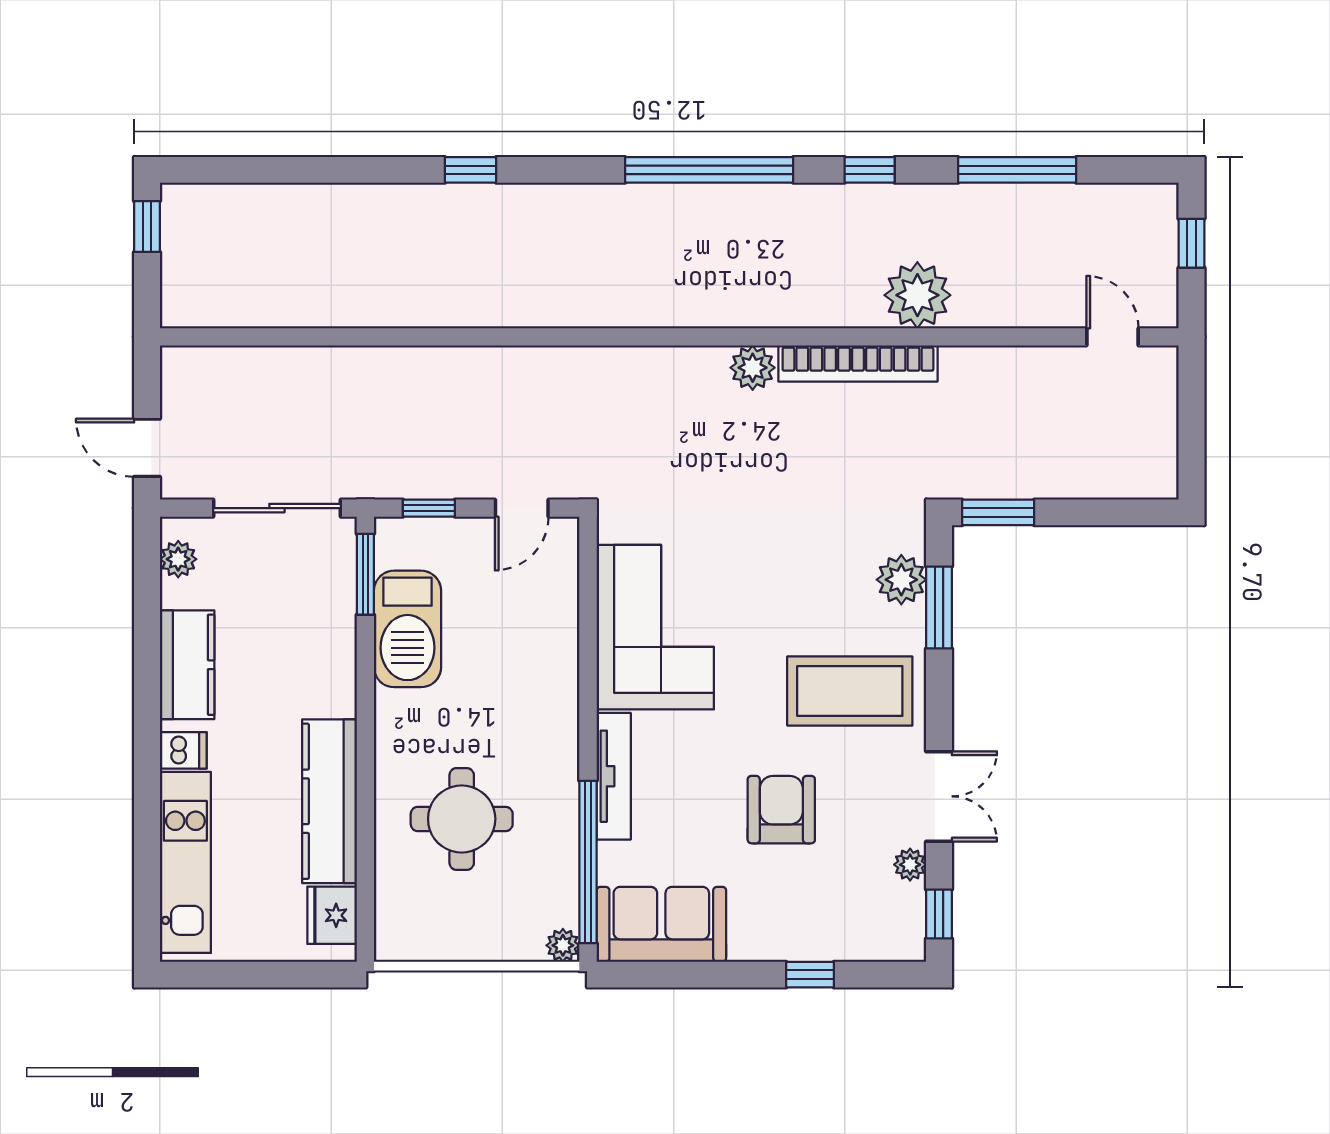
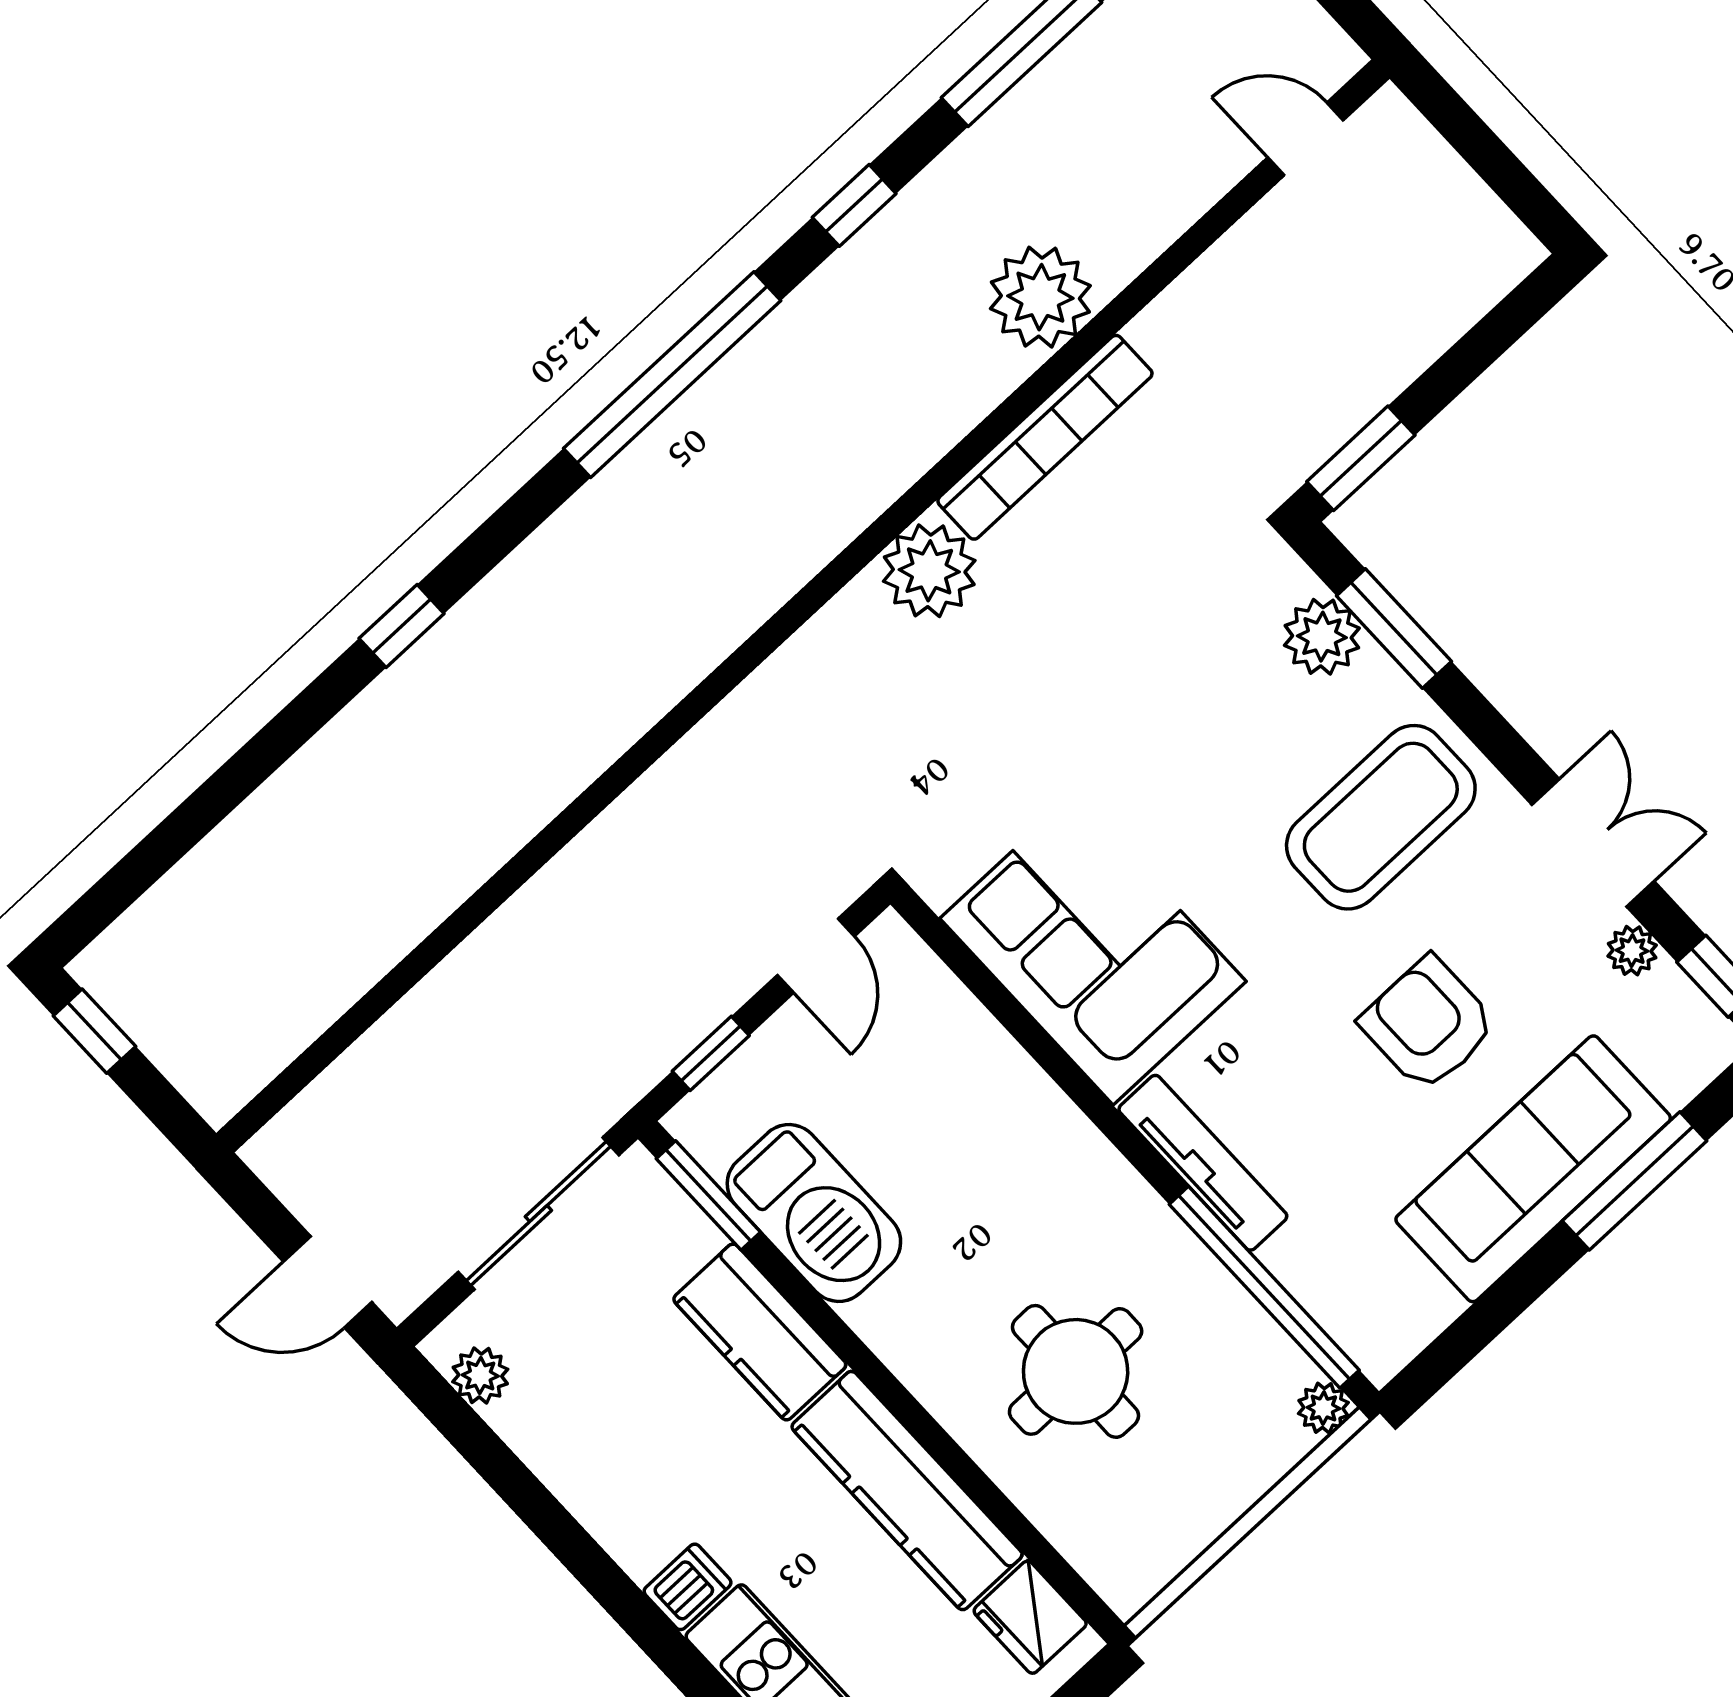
plant: (753, 368) -> (929, 571), width x1.36, depth x1.36
kitchen counter: (187, 665) -> (760, 1332), moved, turned 180
sofa: (661, 924) -> (1533, 1169), moved, width x1.36
window: (810, 975) -> (1635, 1181), width x2.17

